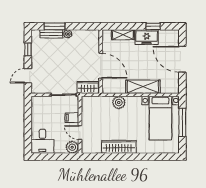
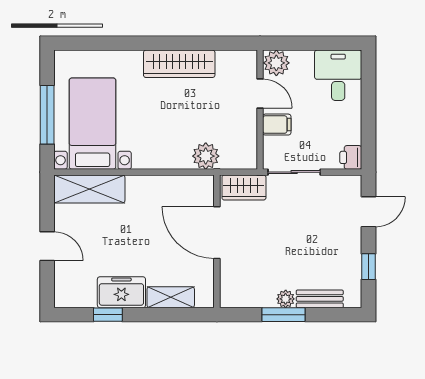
window: (55, 26) -> (283, 315), moved
door: (182, 59) -> (47, 246), width x0.53
shelving: (143, 87) -> (89, 189), moved
printer: (36, 102) -> (351, 157), added
plant: (119, 103) -> (206, 156), moved

